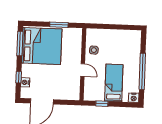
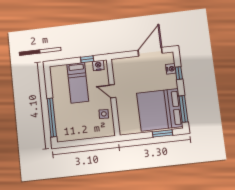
window: (59, 25) -> (163, 133), moved
window: (142, 71) -> (52, 117), moved
nightstand: (134, 98) -> (98, 65), moved

